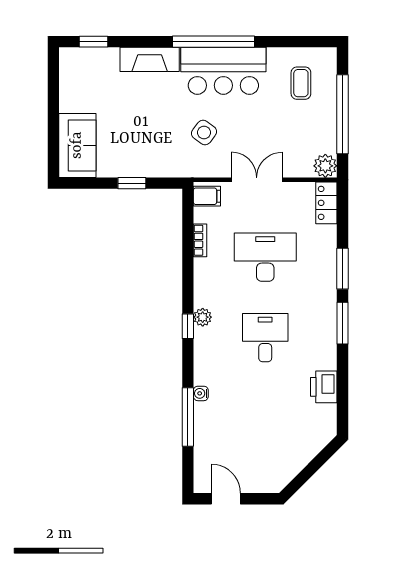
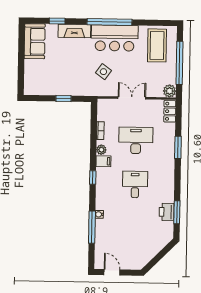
window: (94, 42) -> (57, 21), moved
coffee table: (301, 83) -> (157, 45), width x1.86, depth x1.72
sofa: (77, 145) -> (35, 41), moved
filing cabinet: (207, 196) -> (103, 161), moved
plant: (203, 317) -> (101, 150), moved
window: (343, 323) -> (177, 212), moved

